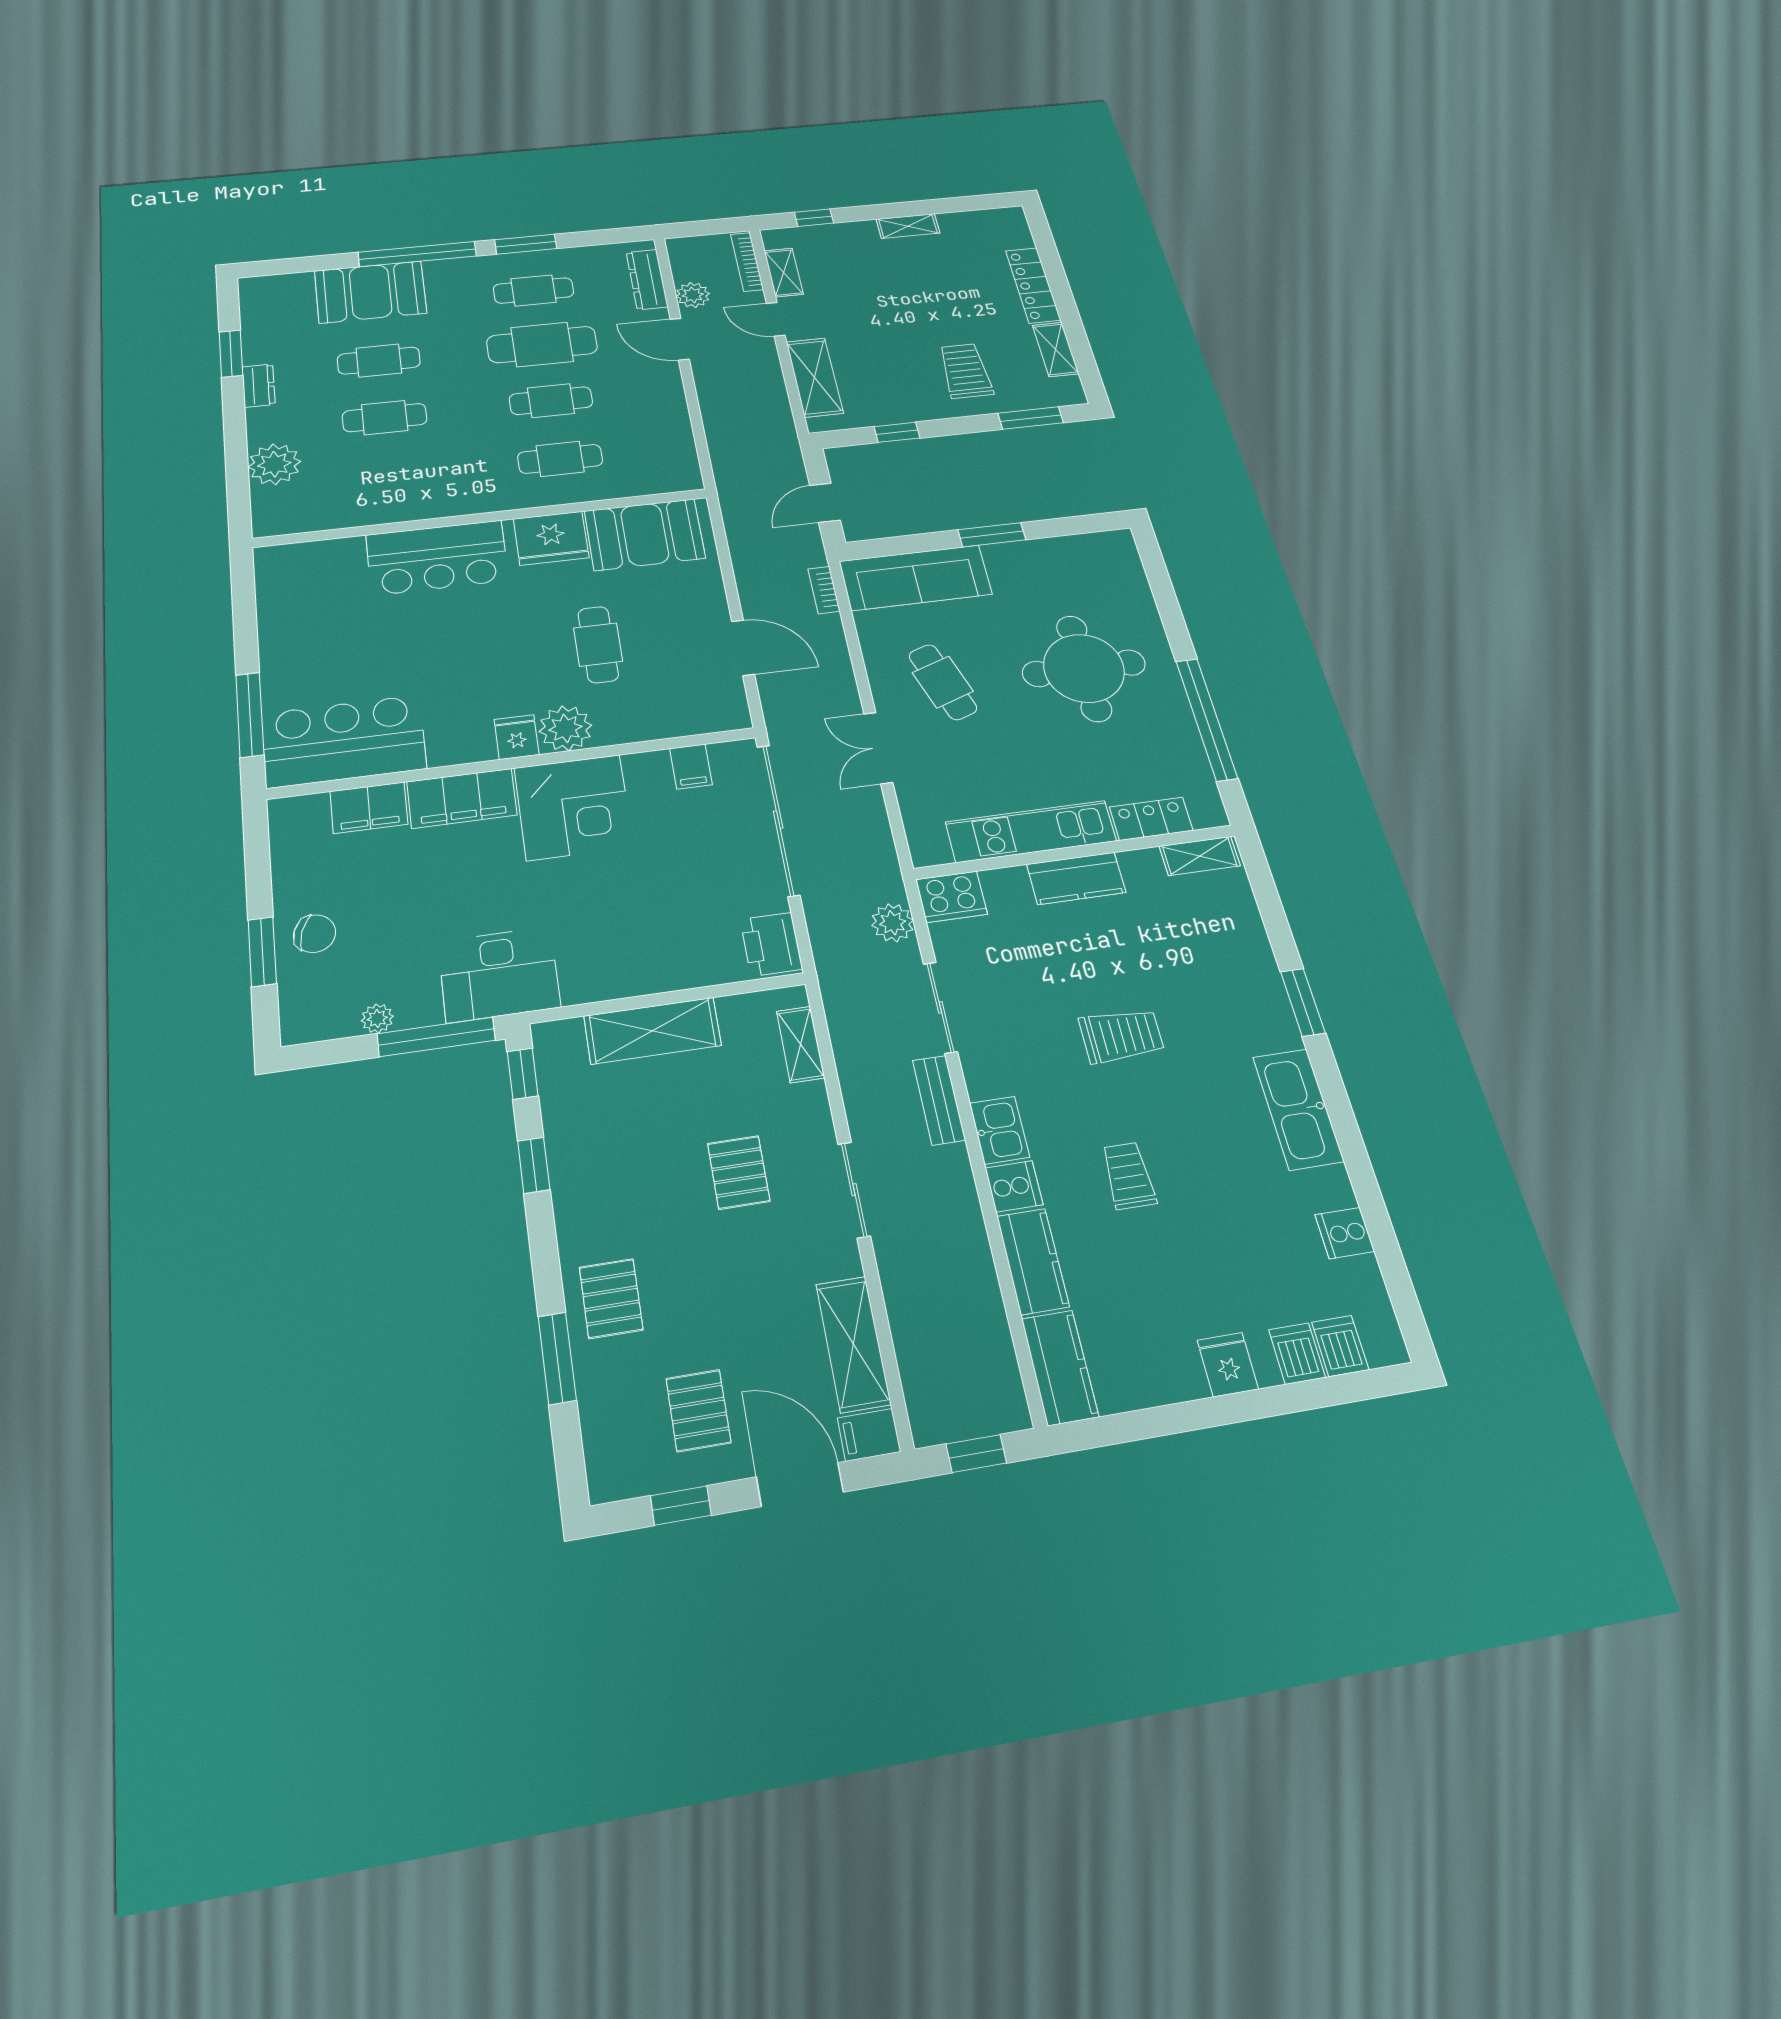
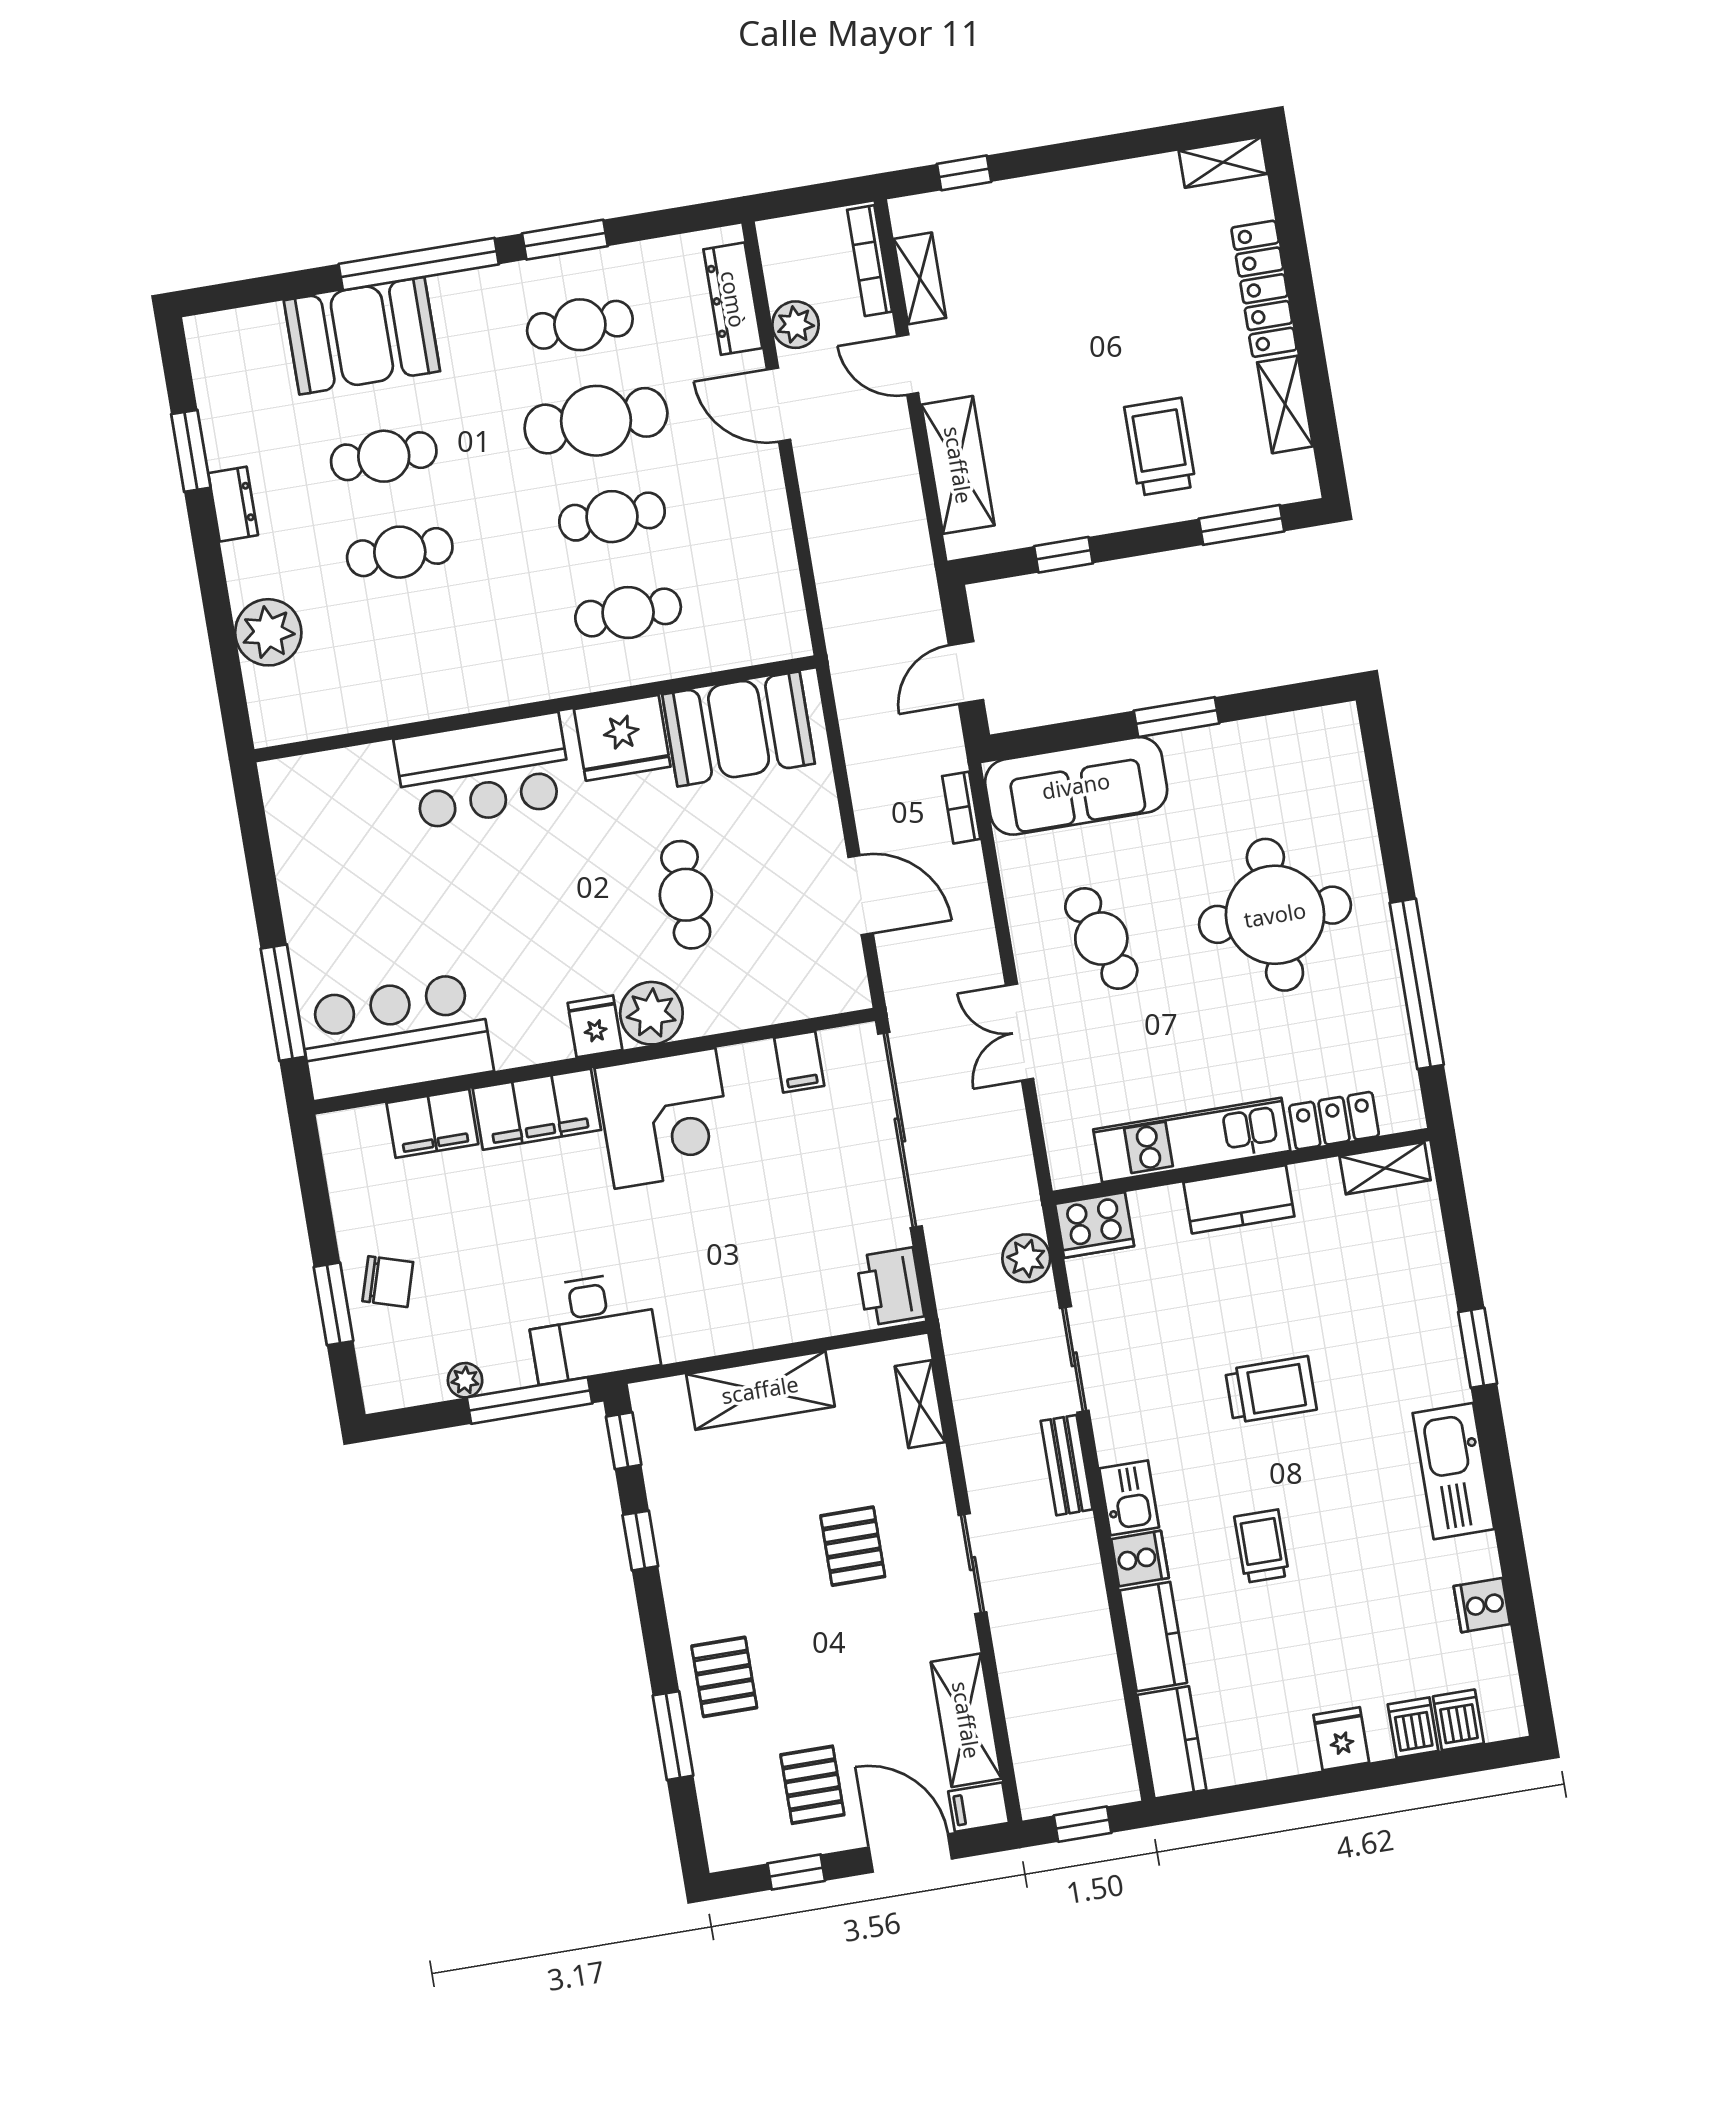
shelving: (908, 226) -> (1223, 162), moved

